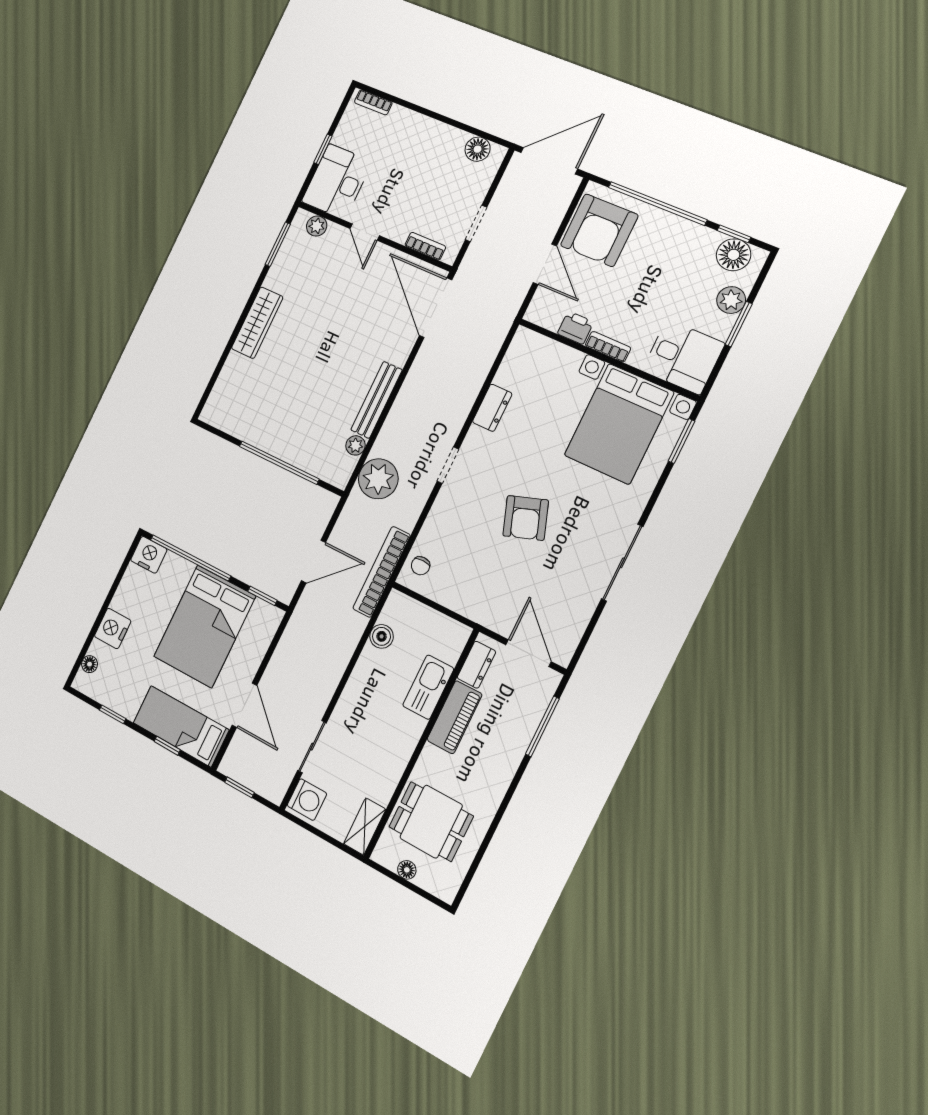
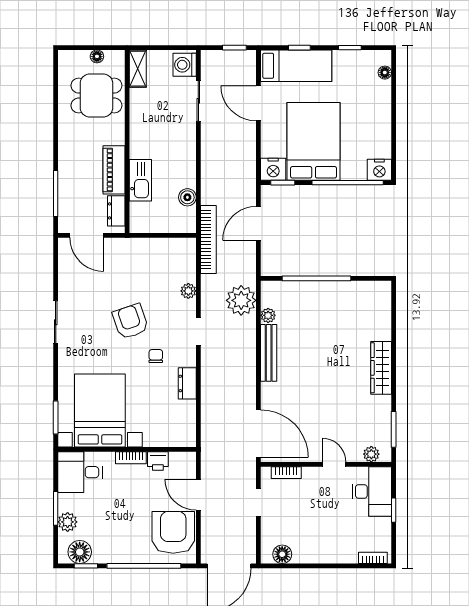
plant: (436, 521) -> (188, 291), added
sliding door: (622, 563) -> (56, 322), width x0.73
chair: (420, 566) -> (156, 356), moved
nightstand: (113, 629) -> (273, 169), moved, turned 90

